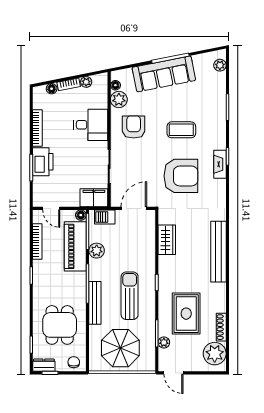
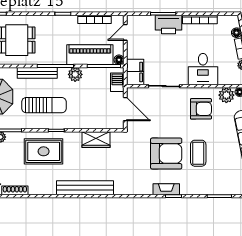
armchair: (181, 176) -> (166, 154), moved, turned -90
plant: (97, 251) -> (75, 74), moved
rug: (186, 314) -> (44, 151), moved

